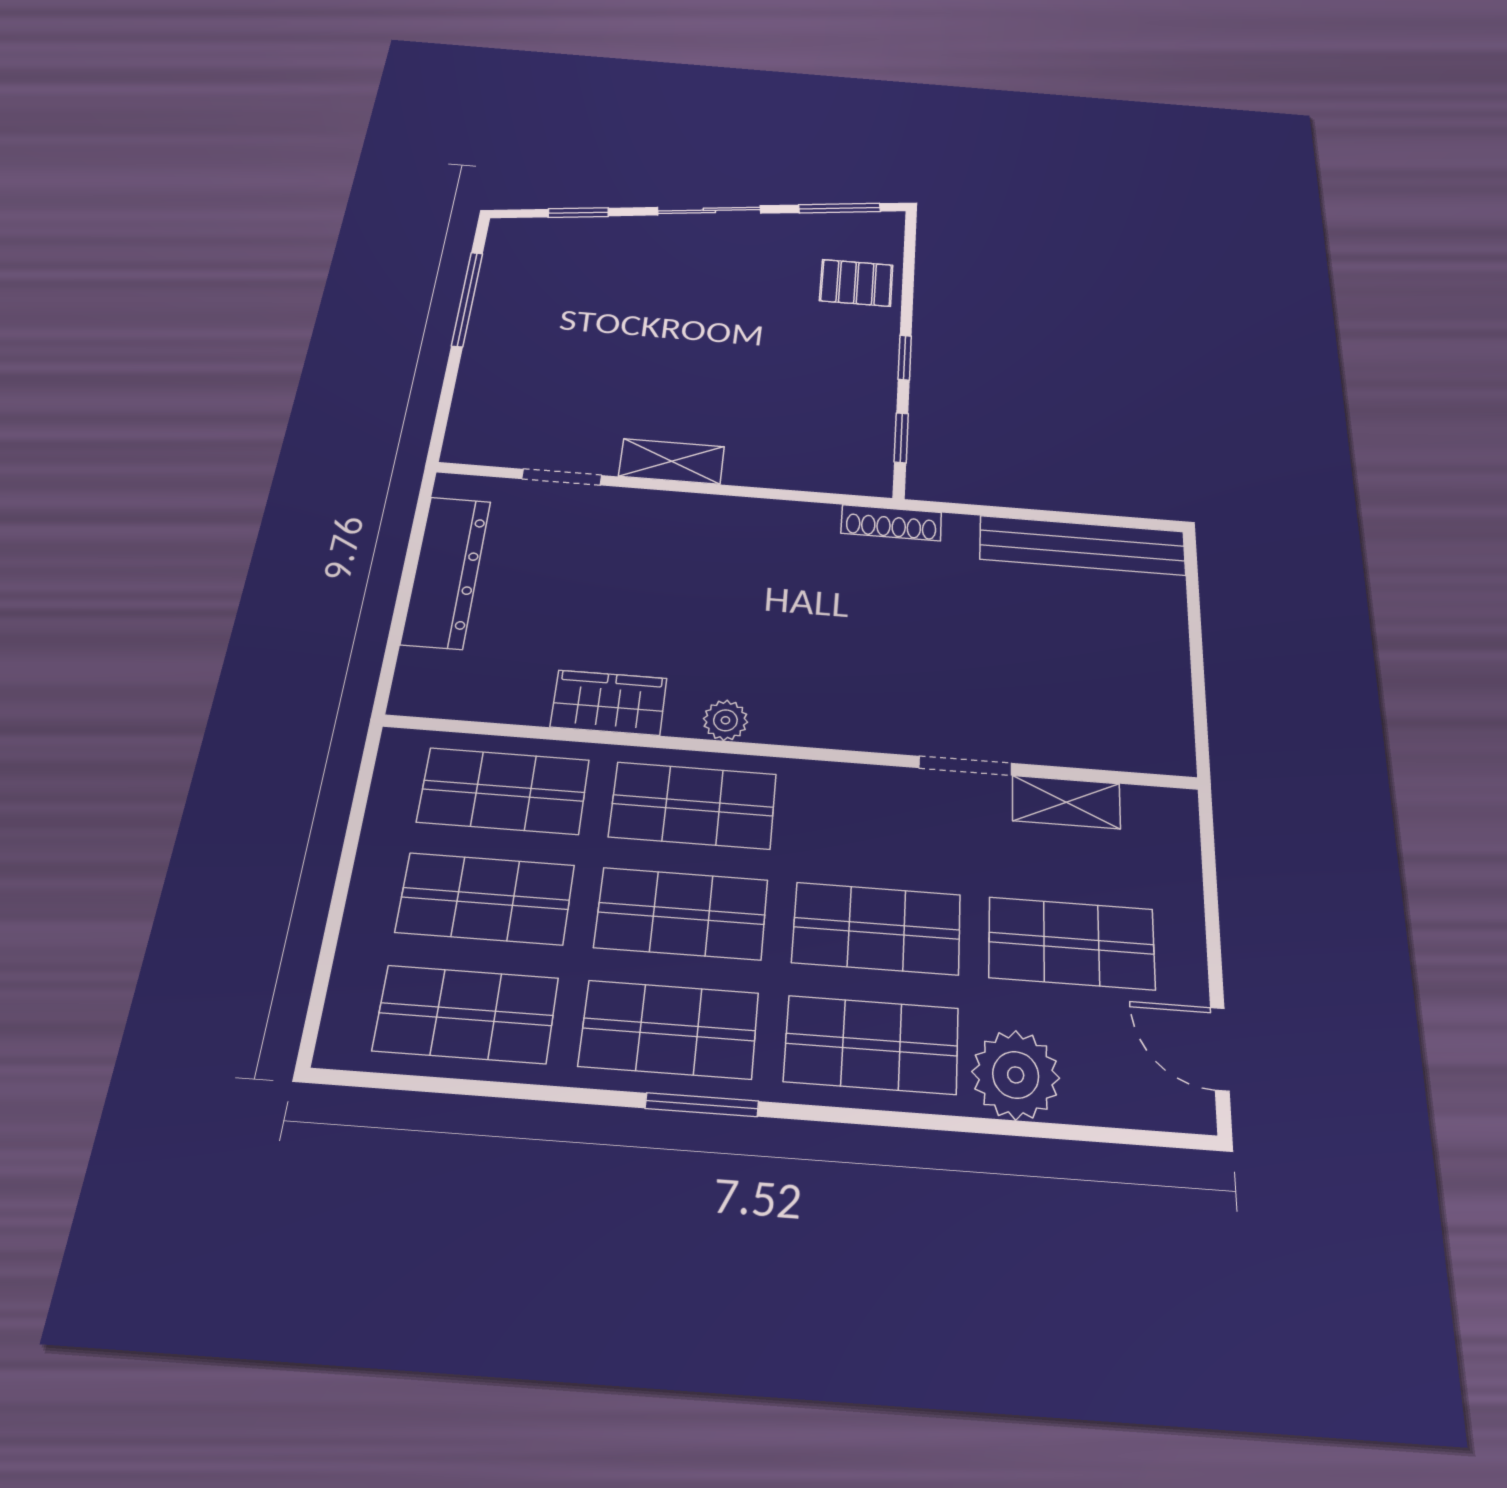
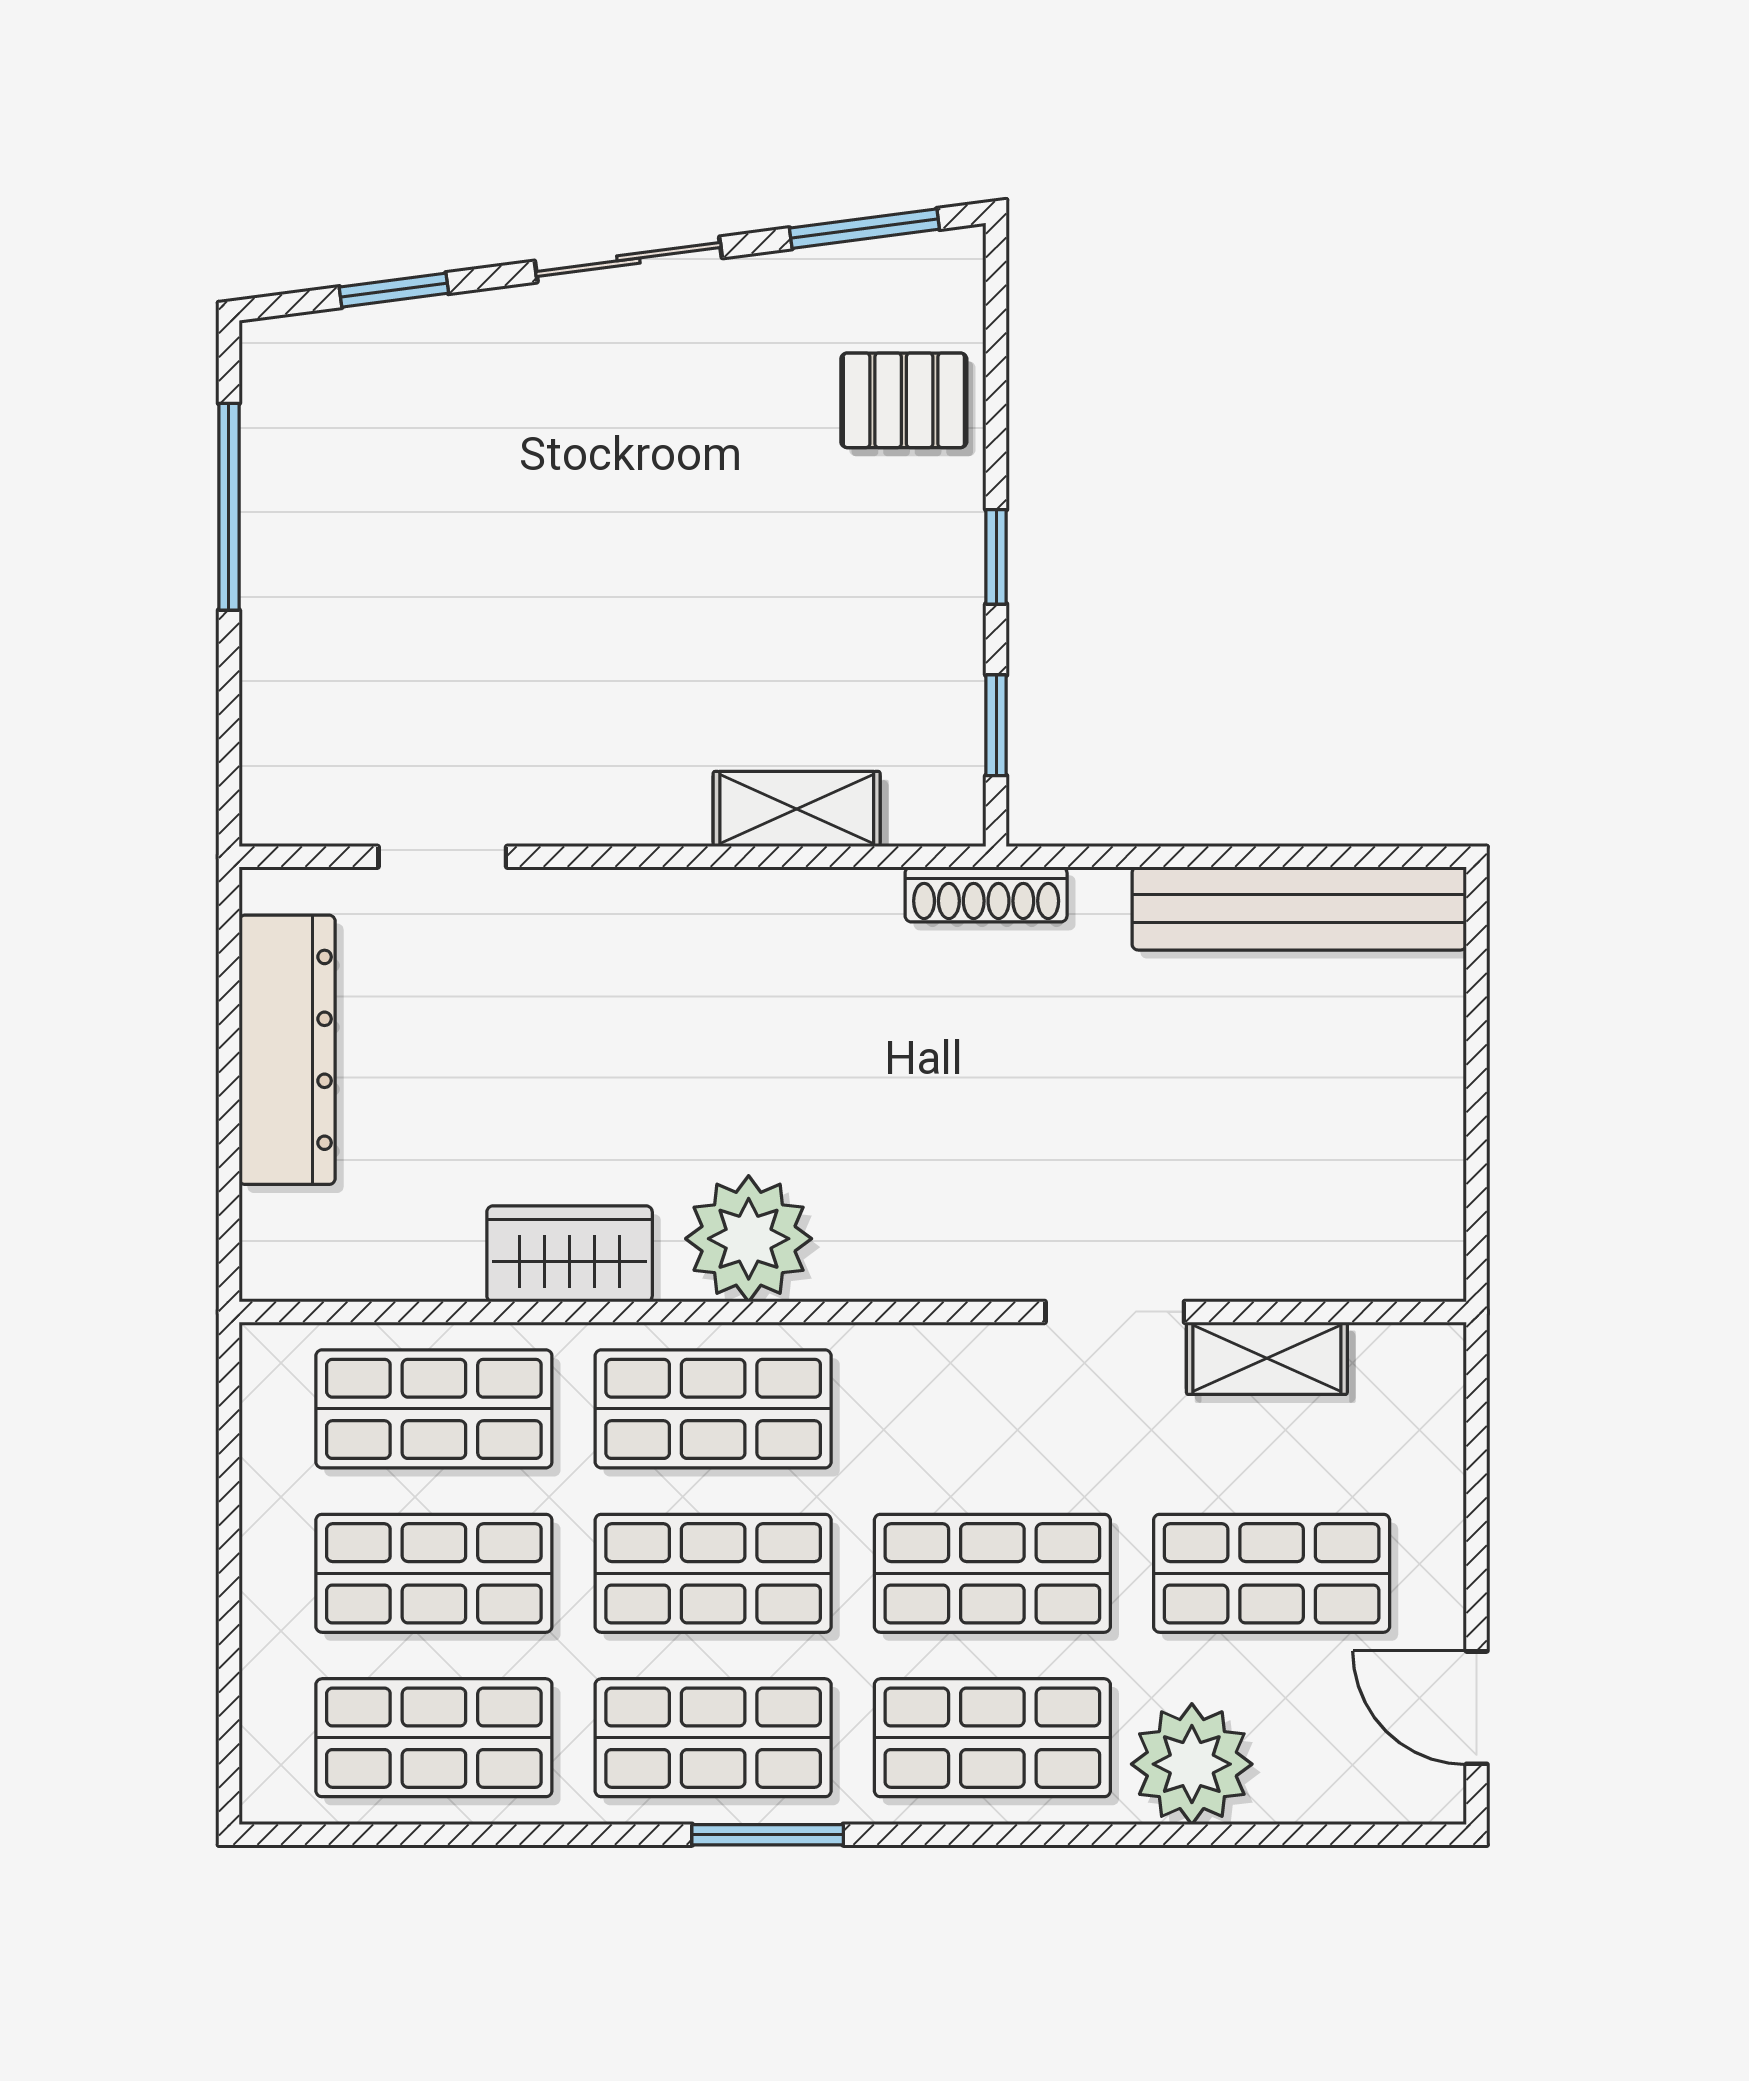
shelving: (672, 461) -> (797, 809), moved
plant: (725, 720) -> (749, 1239), width x1.87, depth x1.87

